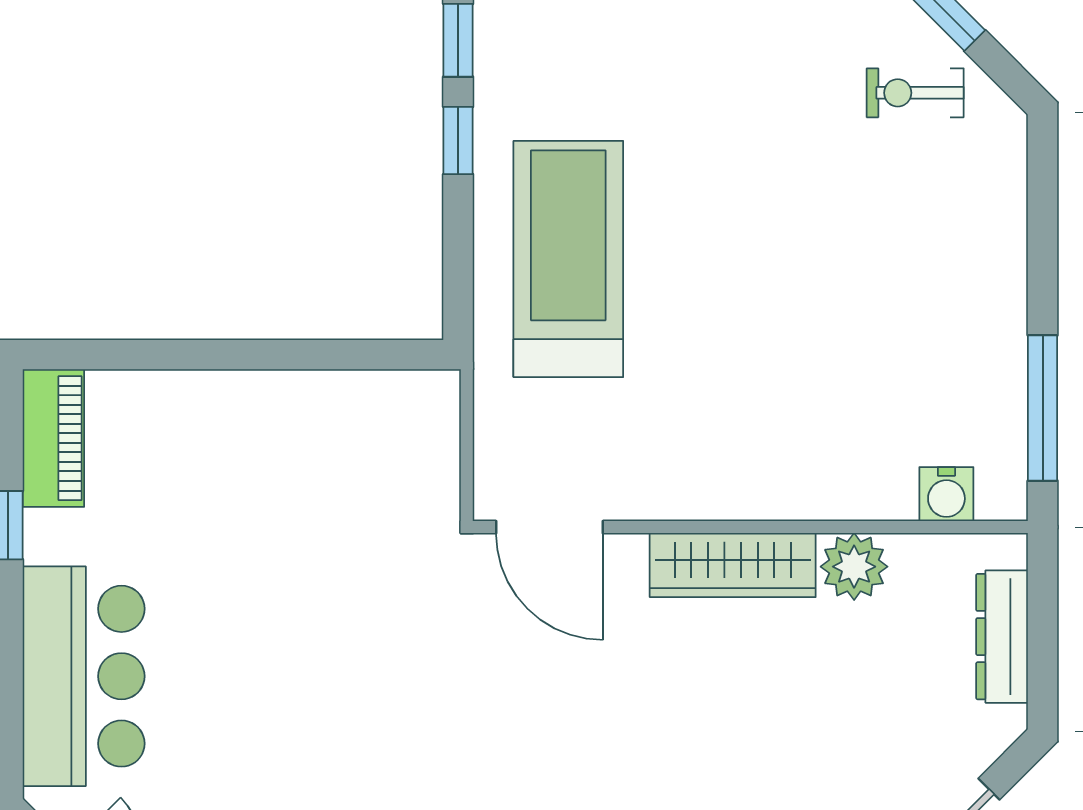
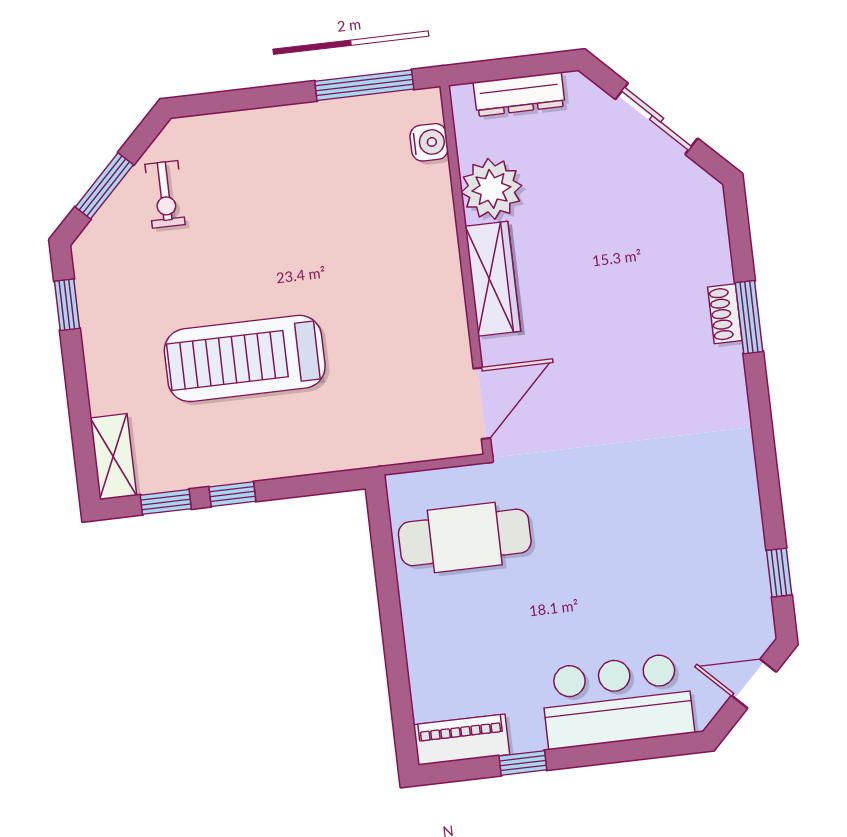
treadmill: (568, 259) -> (245, 358), moved
cafe table: (353, 478) -> (465, 537), added
plant: (854, 567) -> (491, 189), width x1.36, depth x1.36

